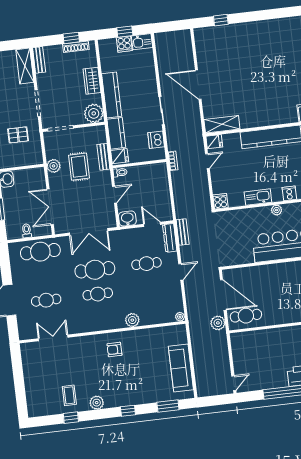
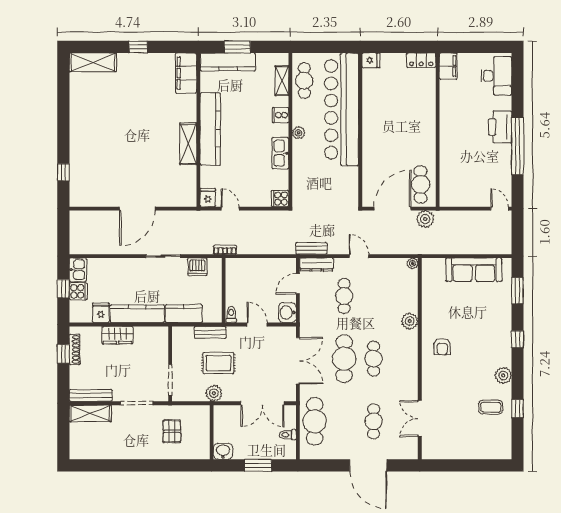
bench: (39, 60) -> (91, 395), width x1.36
plant: (94, 113) -> (157, 338), removed
shelving: (222, 124) -> (188, 144), moved
fridge: (120, 156) -> (101, 313), moved

